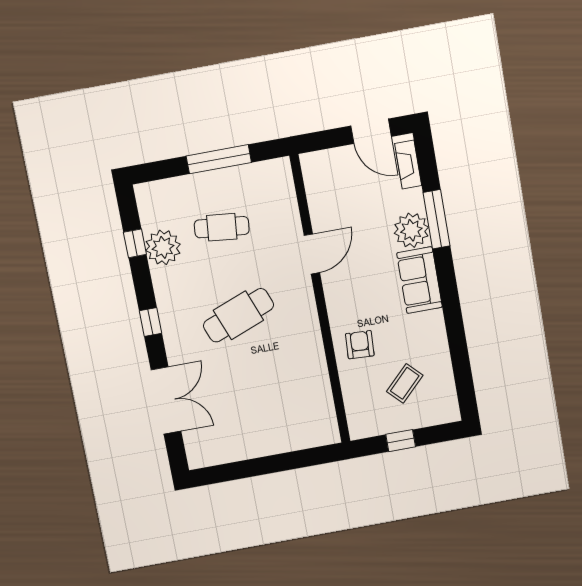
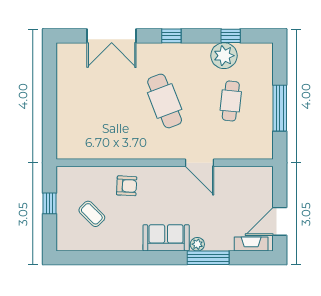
plant: (411, 230) -> (197, 244), width x0.53, depth x0.53

